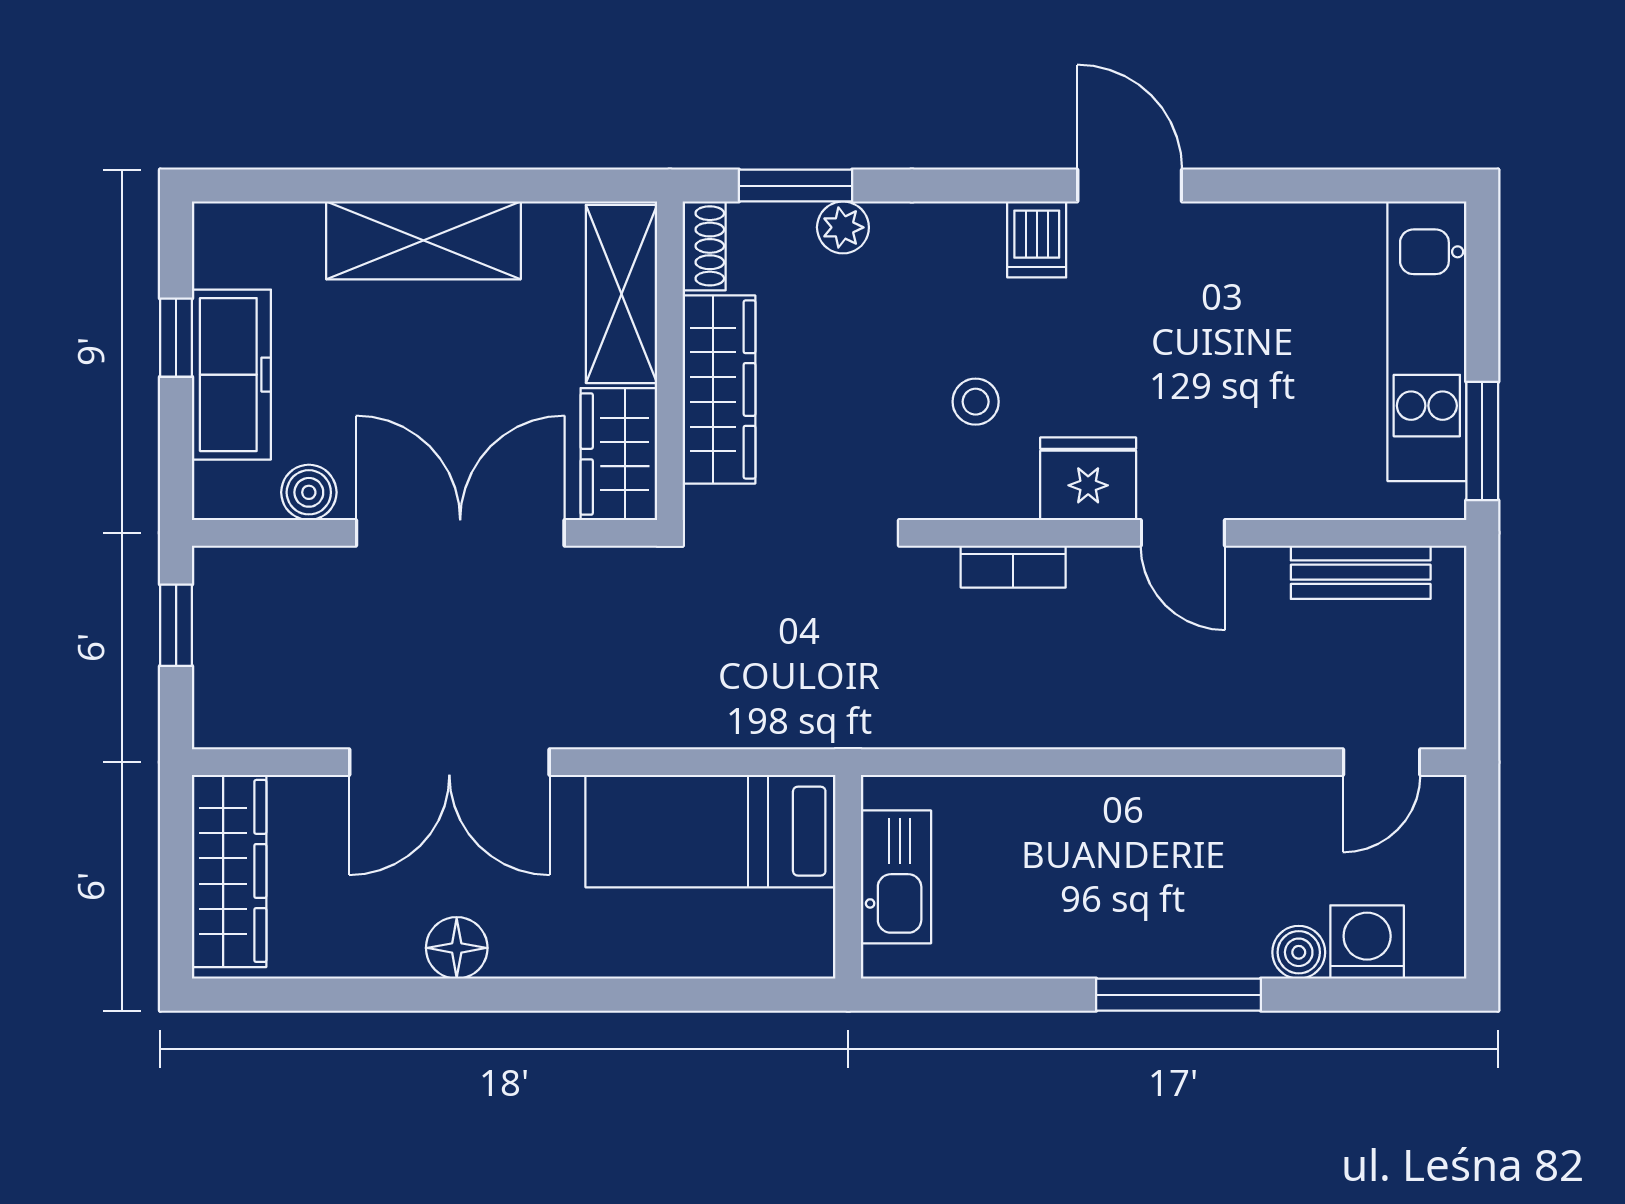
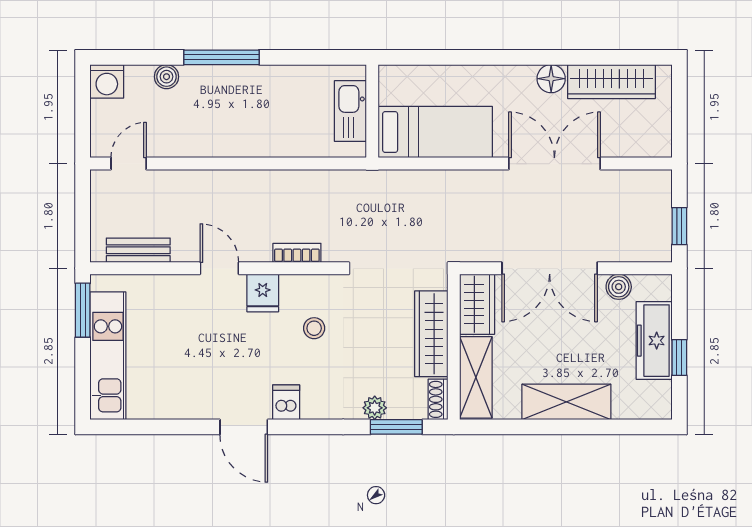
fridge: (1088, 479) -> (263, 293), width x0.72
wardrobe: (229, 871) -> (611, 82), moved, turned -90
washing machine: (1367, 942) -> (107, 81), moved

